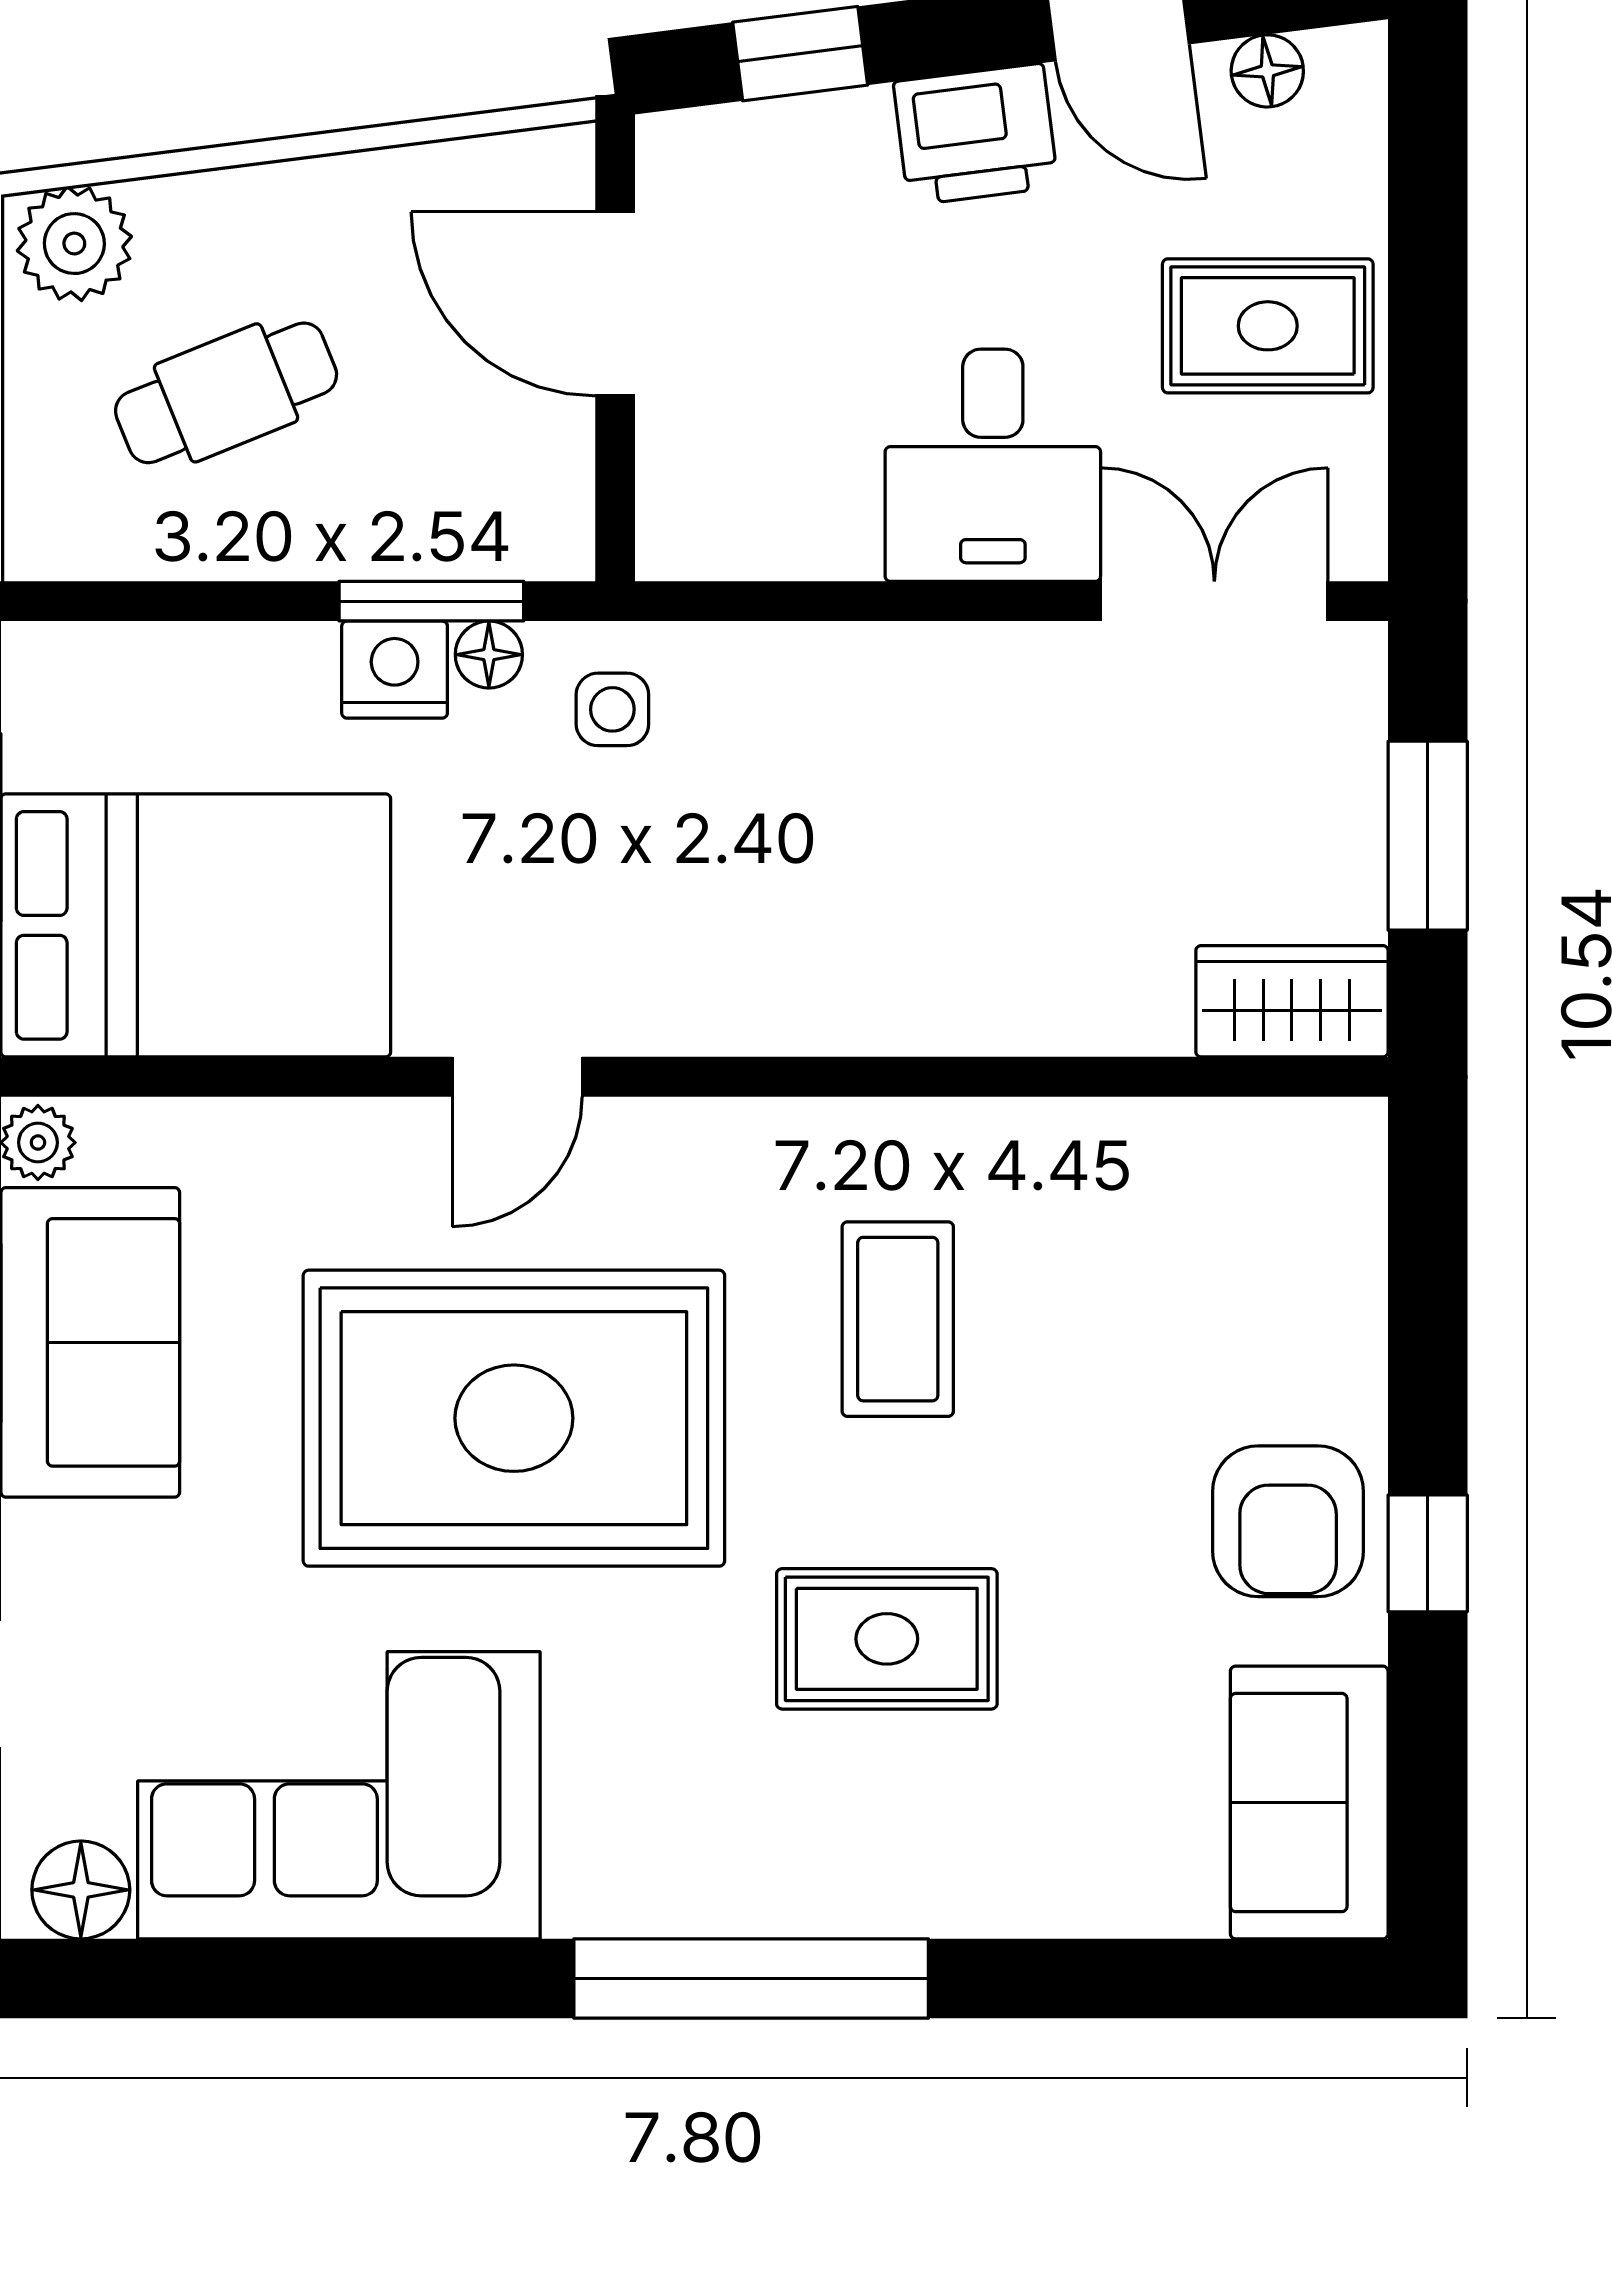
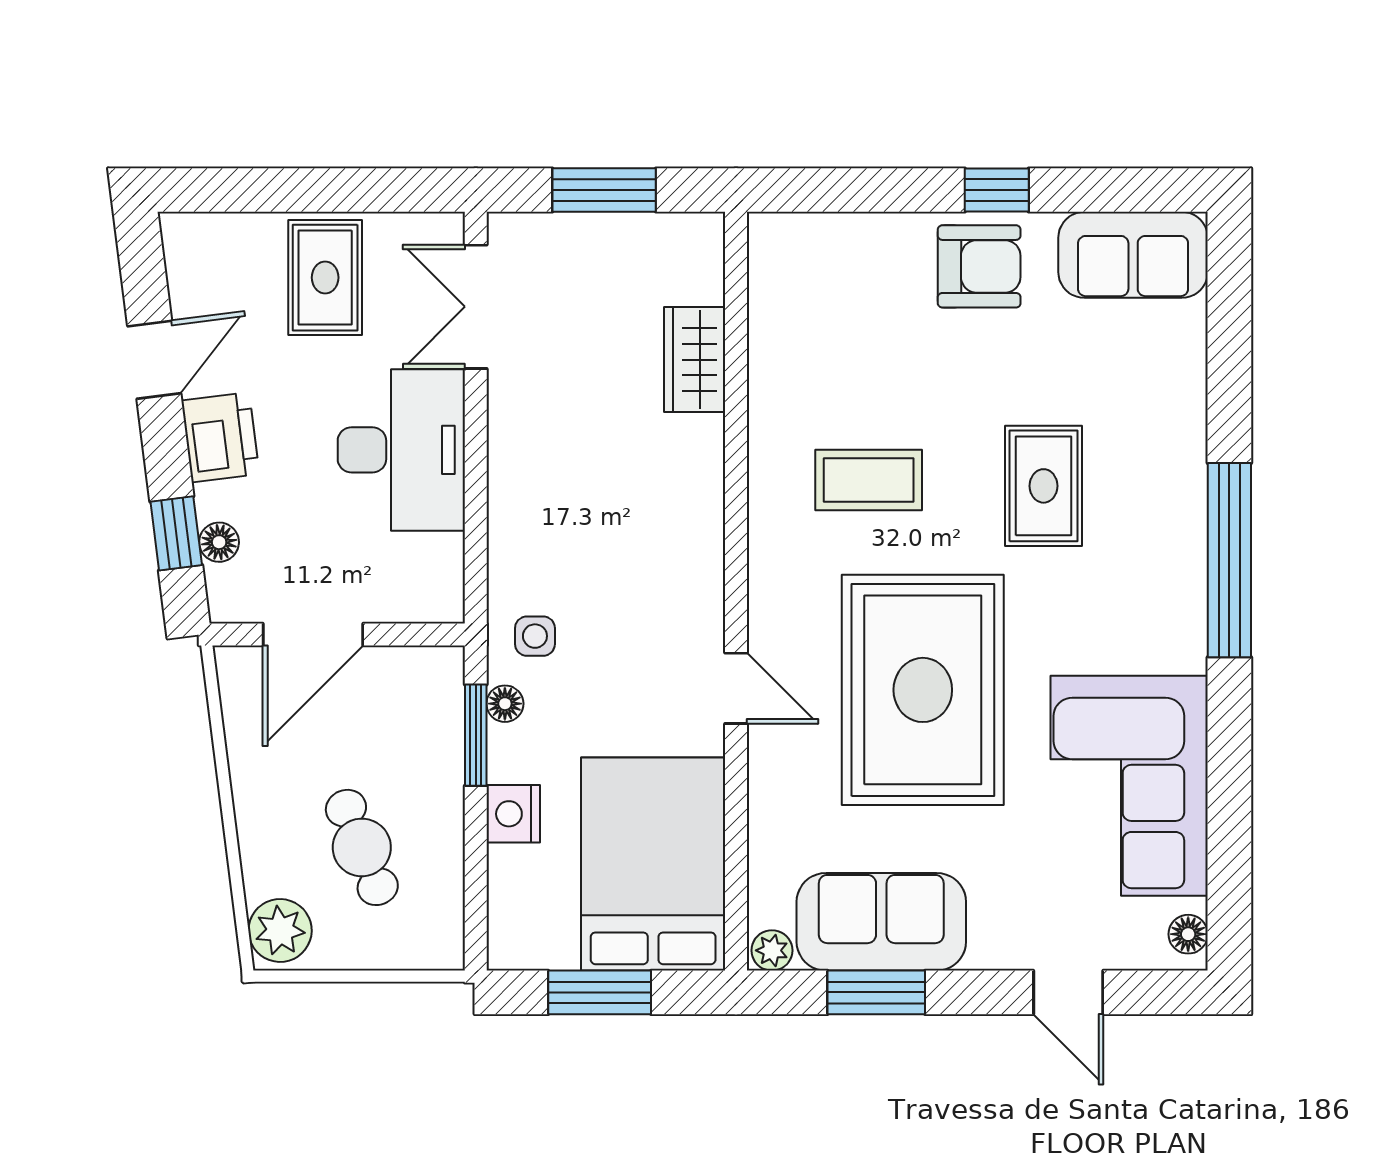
floor lamp: (1267, 71) -> (219, 542), moved
desk: (993, 465) -> (401, 450), width x1.37
nightstand: (395, 670) -> (513, 814), moved
wardrobe: (1292, 1001) -> (695, 360), moved
floor lamp: (81, 1890) -> (1188, 934), width x0.73, depth x0.73

